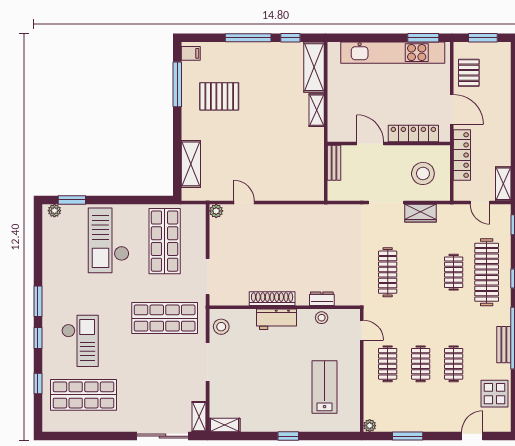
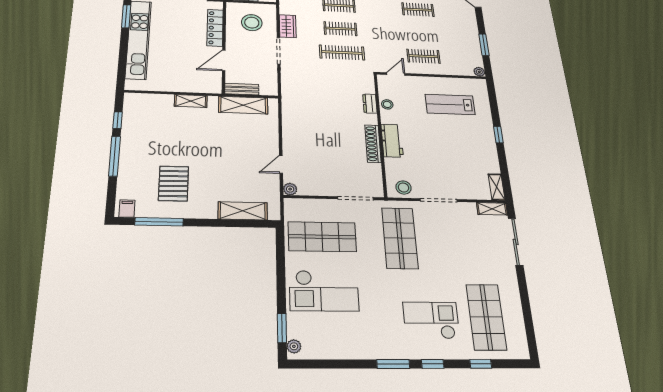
shelving: (314, 67) -> (243, 105), moved
clothes rail: (421, 364) -> (340, 29), moved

